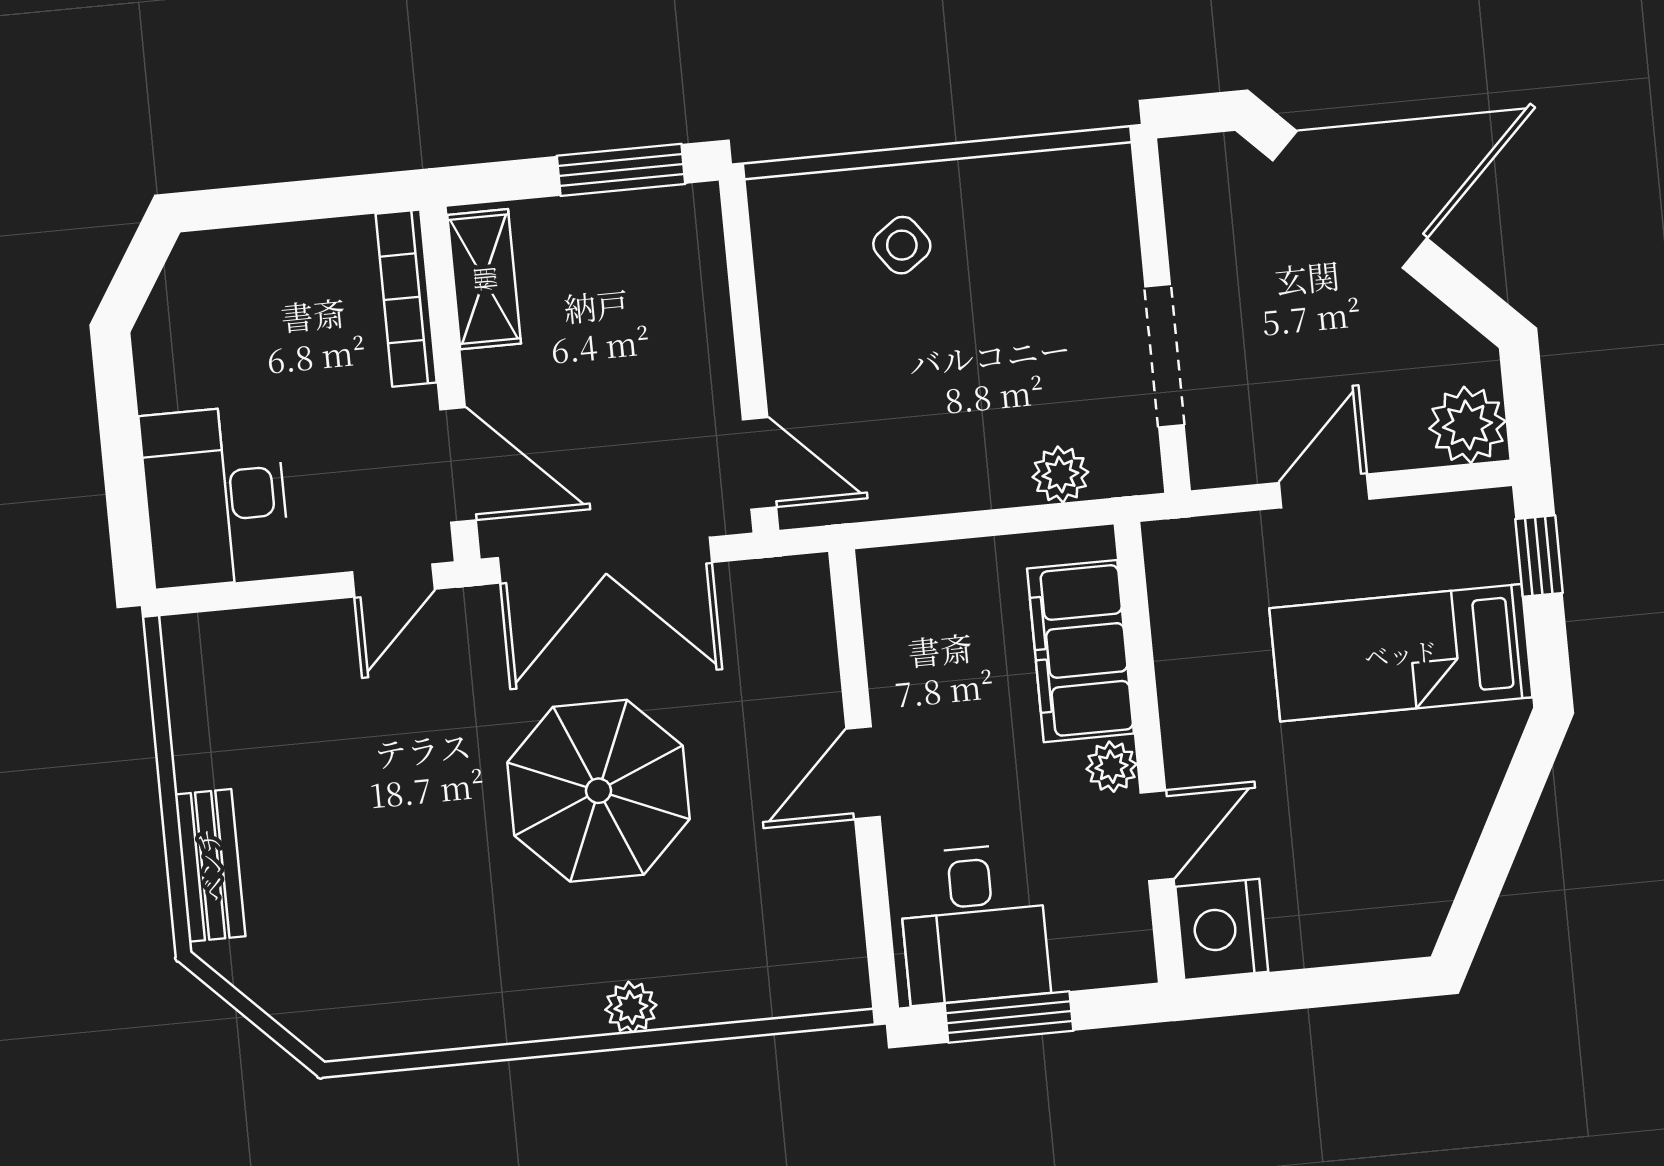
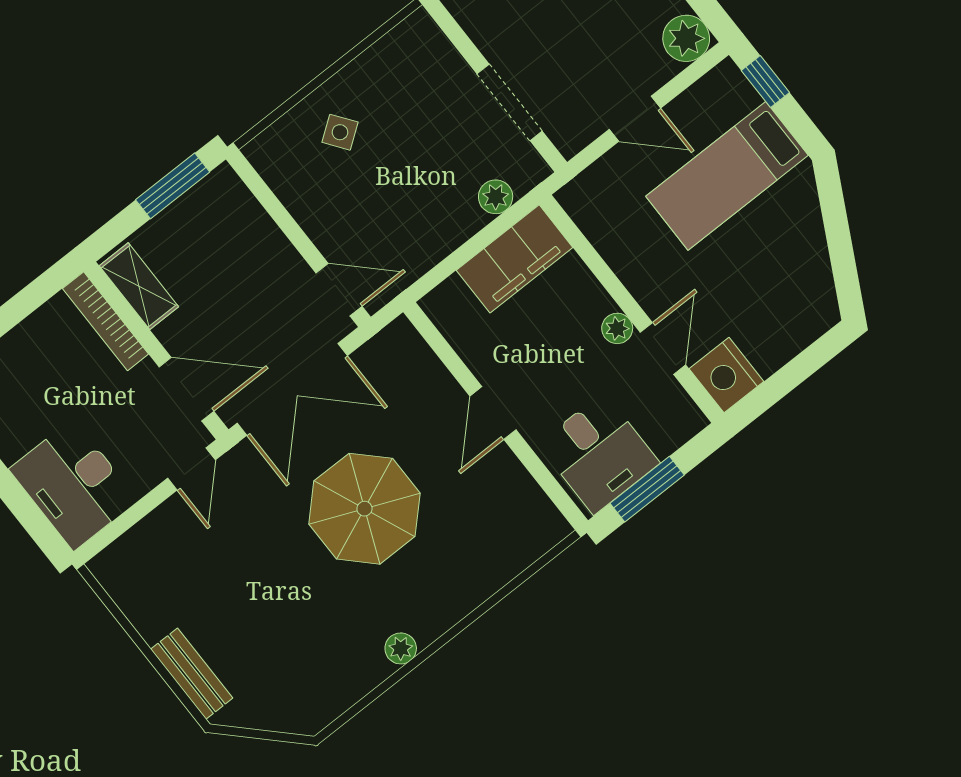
door: (1324, 491) -> (635, 119), swing flipped
filing cabinet: (1080, 651) -> (515, 259), moved, turned -90
plant: (631, 1007) -> (401, 648), moved

